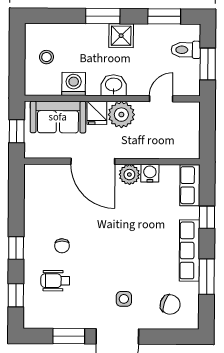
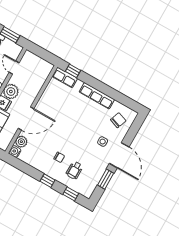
water cooler: (150, 173) -> (15, 151), moved
plant: (129, 175) -> (21, 142), moved
window: (207, 217) -> (73, 71), moved
window: (207, 277) -> (115, 94), removed

